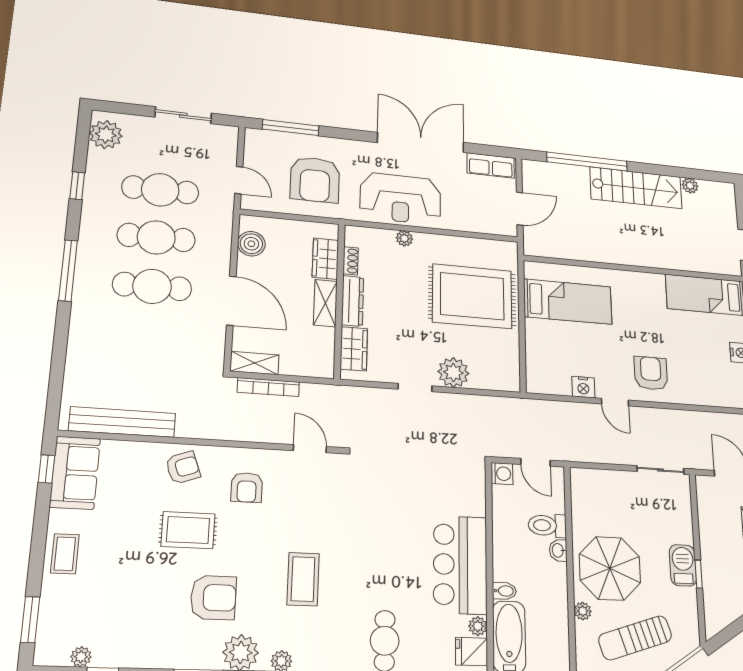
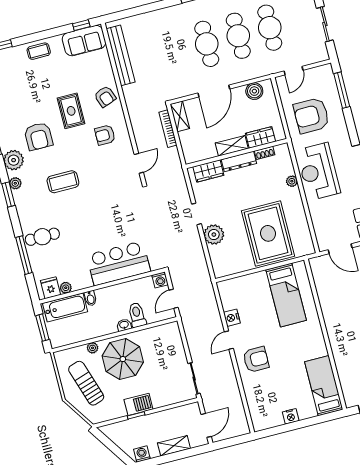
bar counter: (460, 565) -> (119, 263), moved

